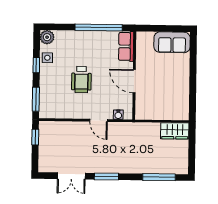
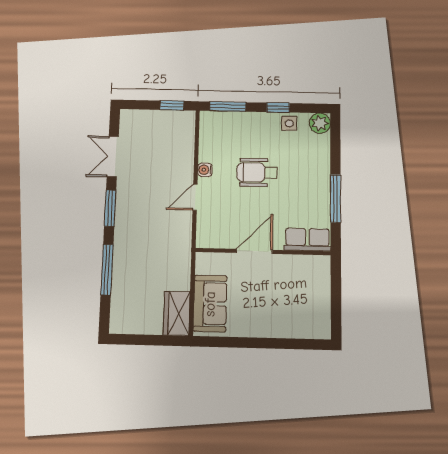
window: (99, 28) -> (336, 199), width x0.68
sofa: (172, 42) -> (210, 304), moved, turned 180
water cooler: (118, 115) -> (205, 170), moved
window: (159, 177) -> (107, 270), moved

